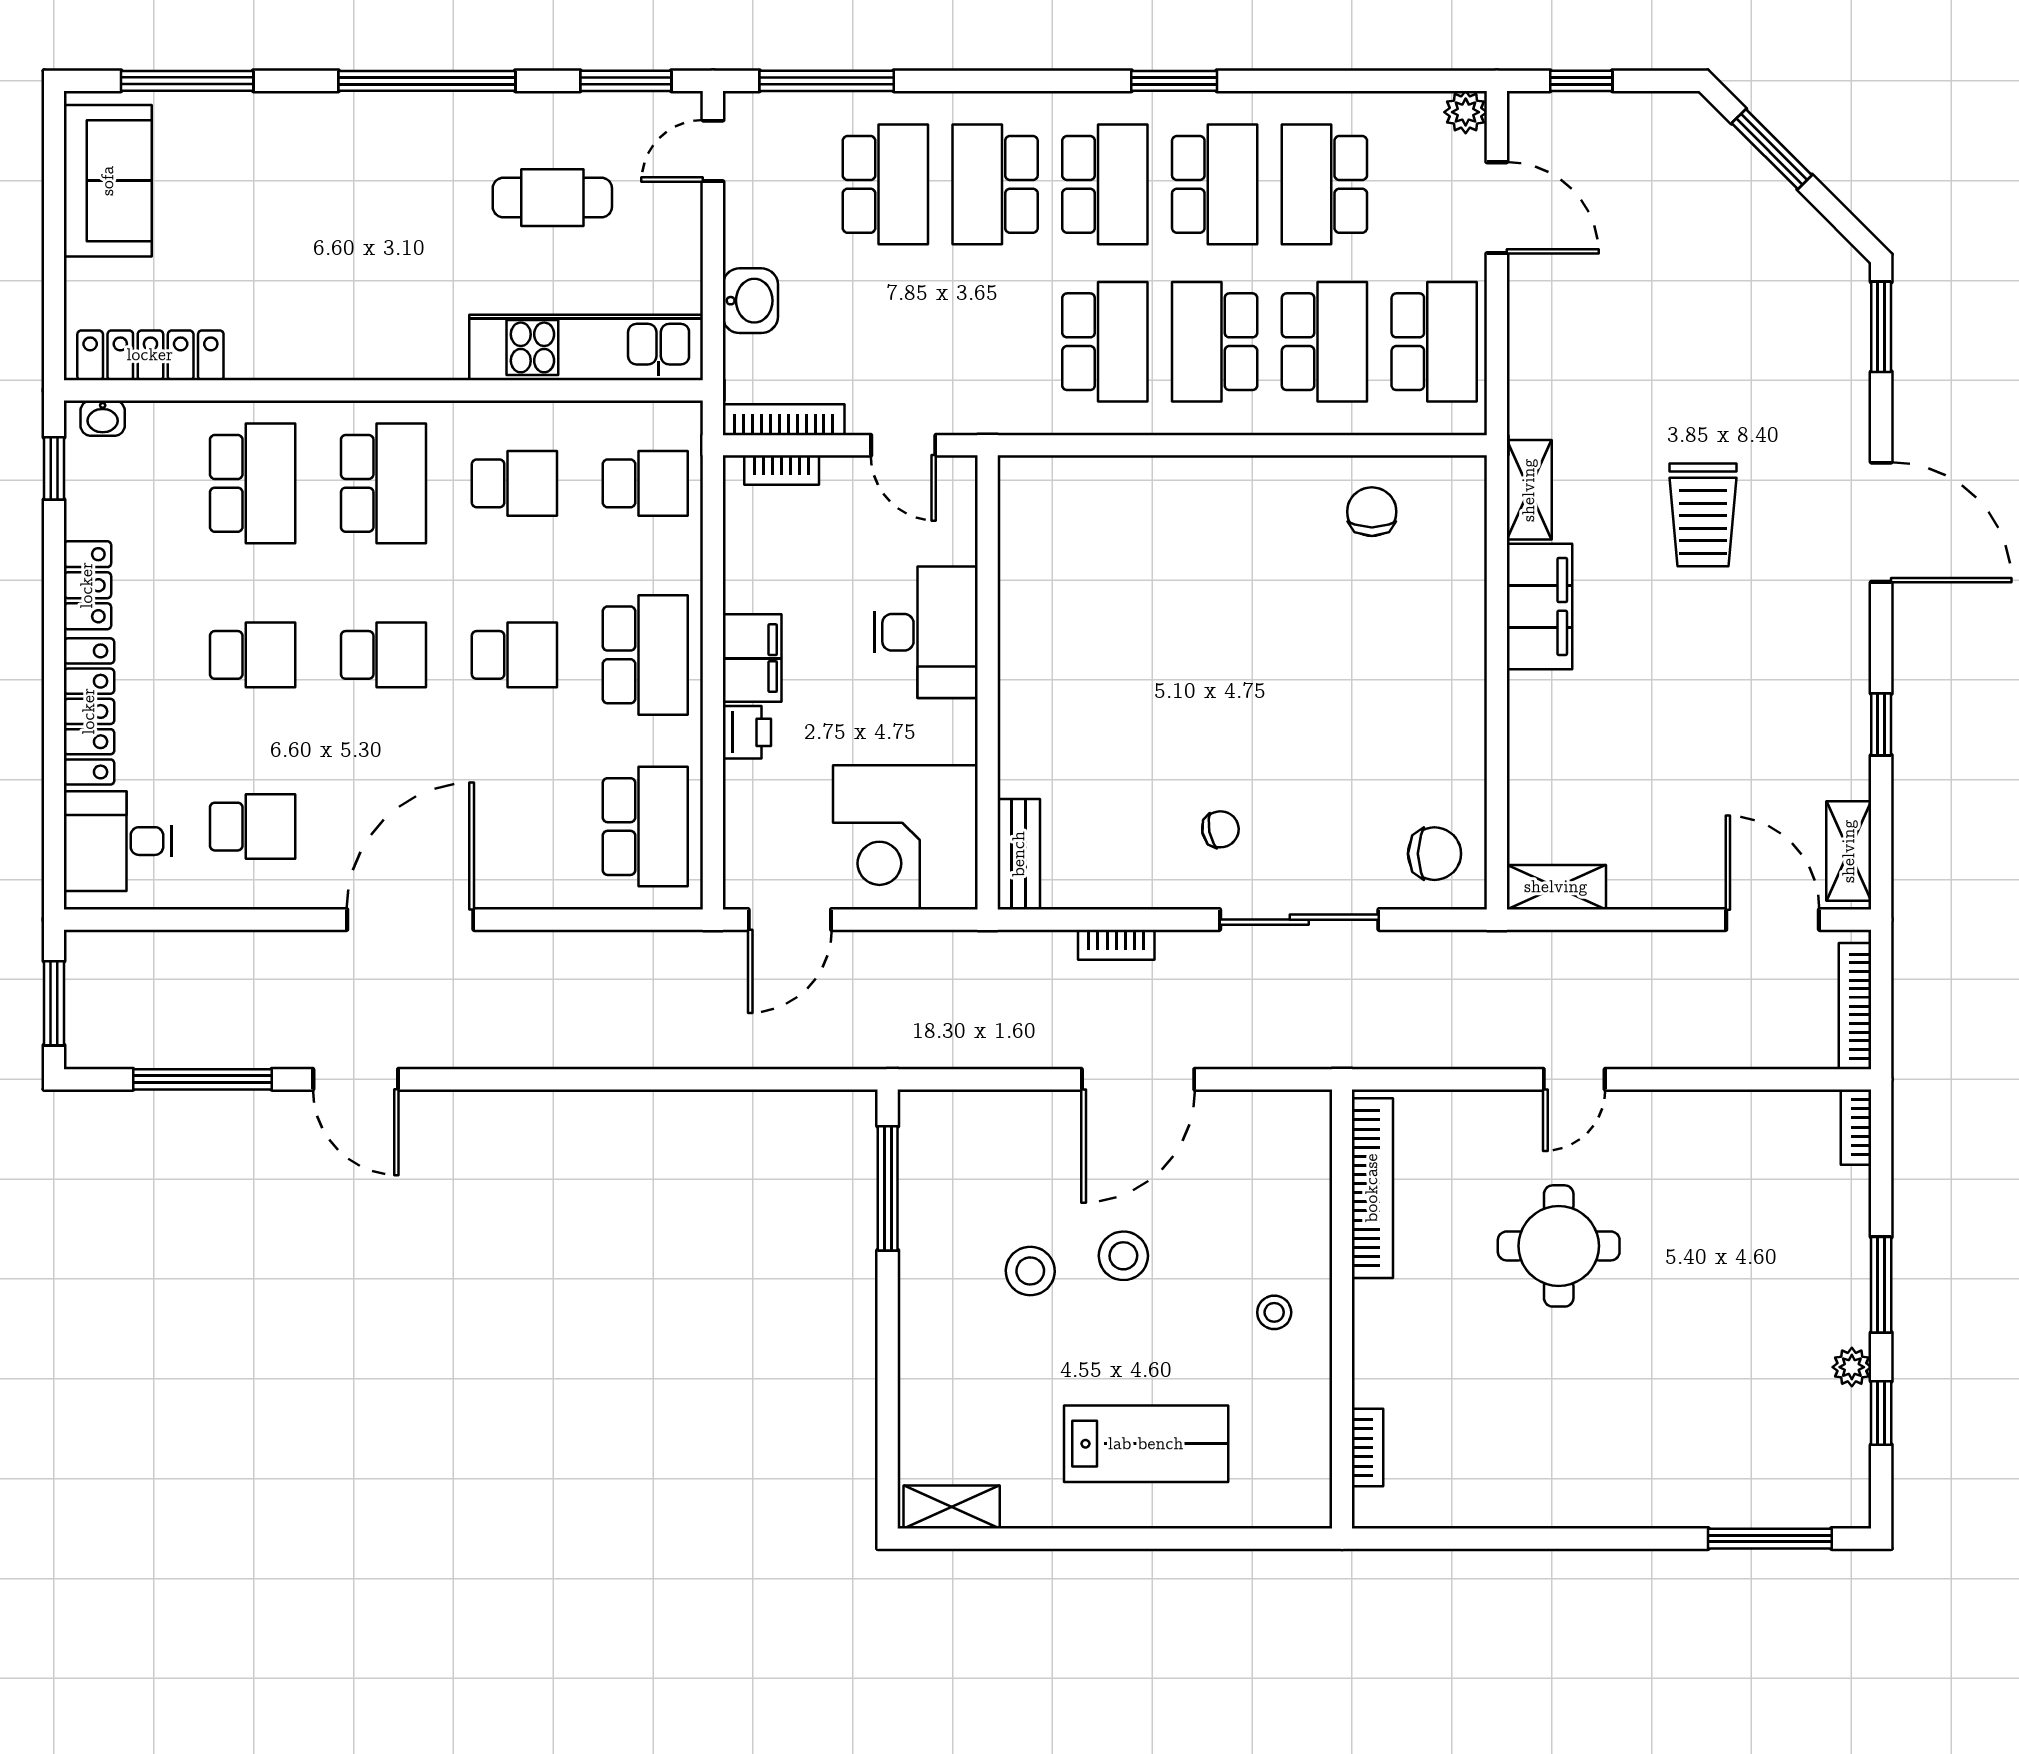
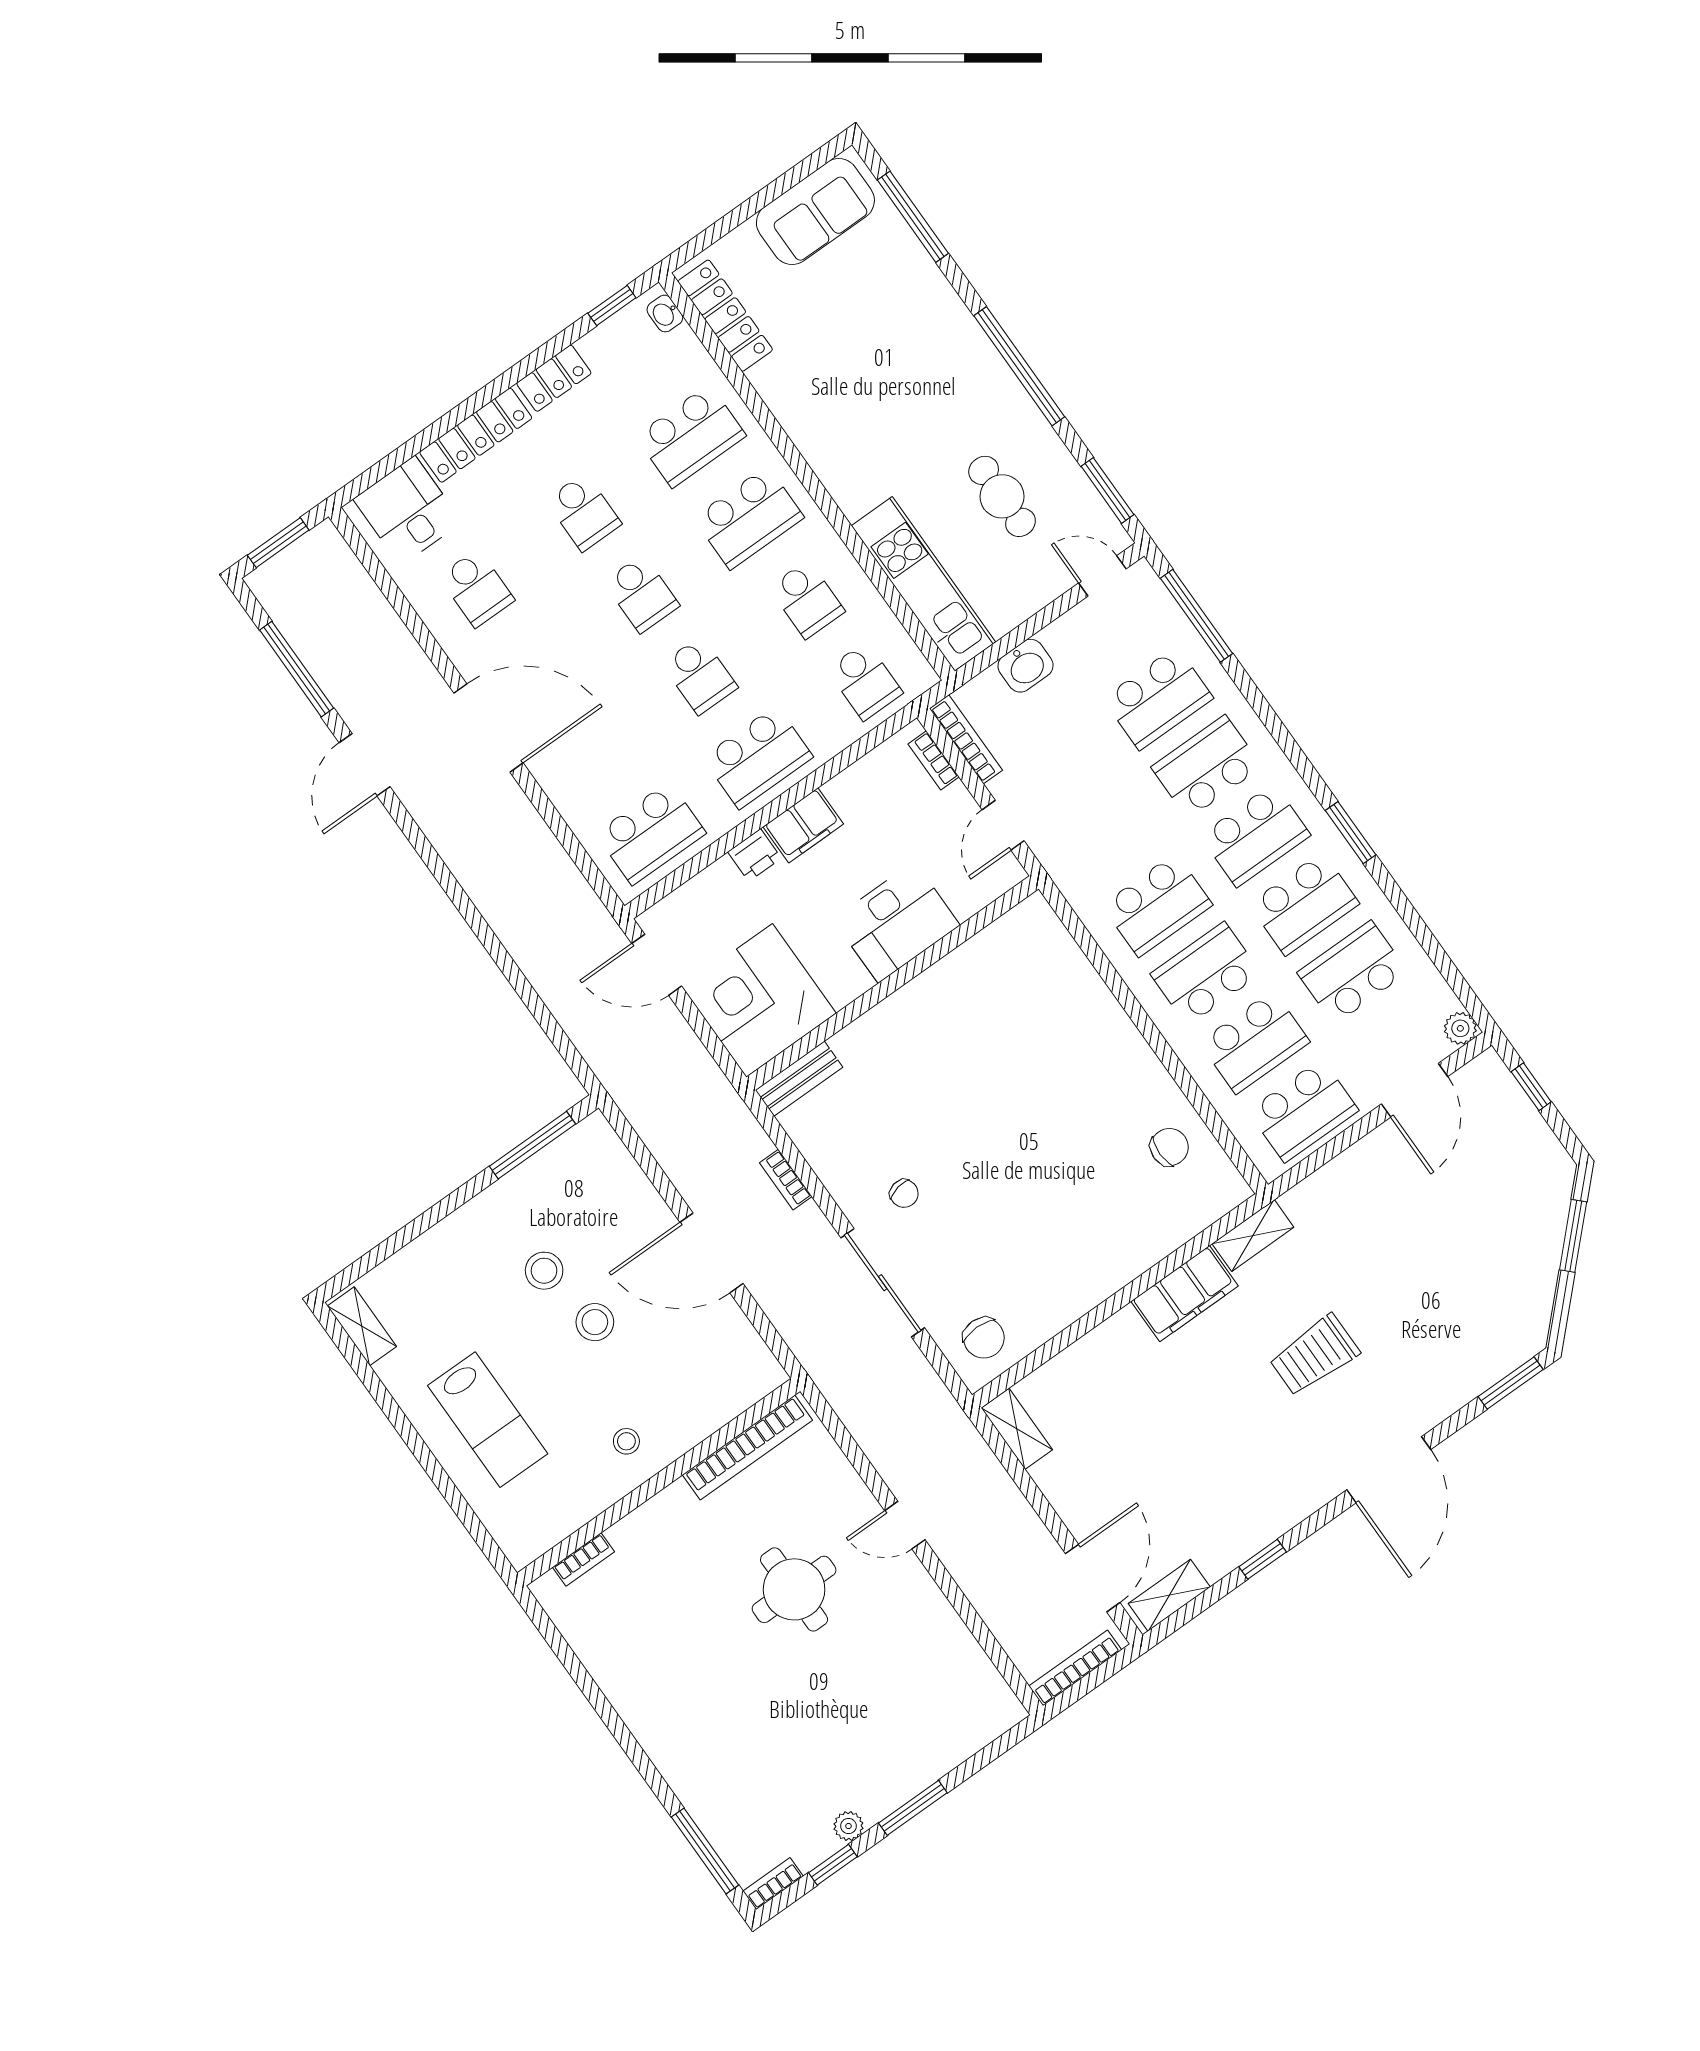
bookcase: (1856, 1127) -> (773, 1884), moved

